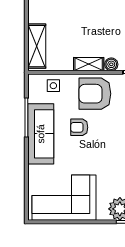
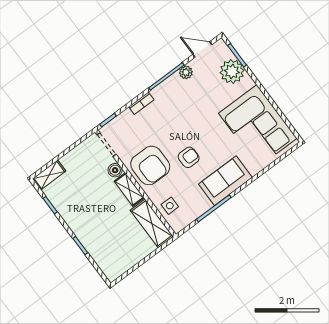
shelving: (37, 46) -> (152, 223), moved, turned 90
armchair: (79, 127) -> (189, 157), turned -90
sofa: (41, 134) -> (225, 181), width x0.73

